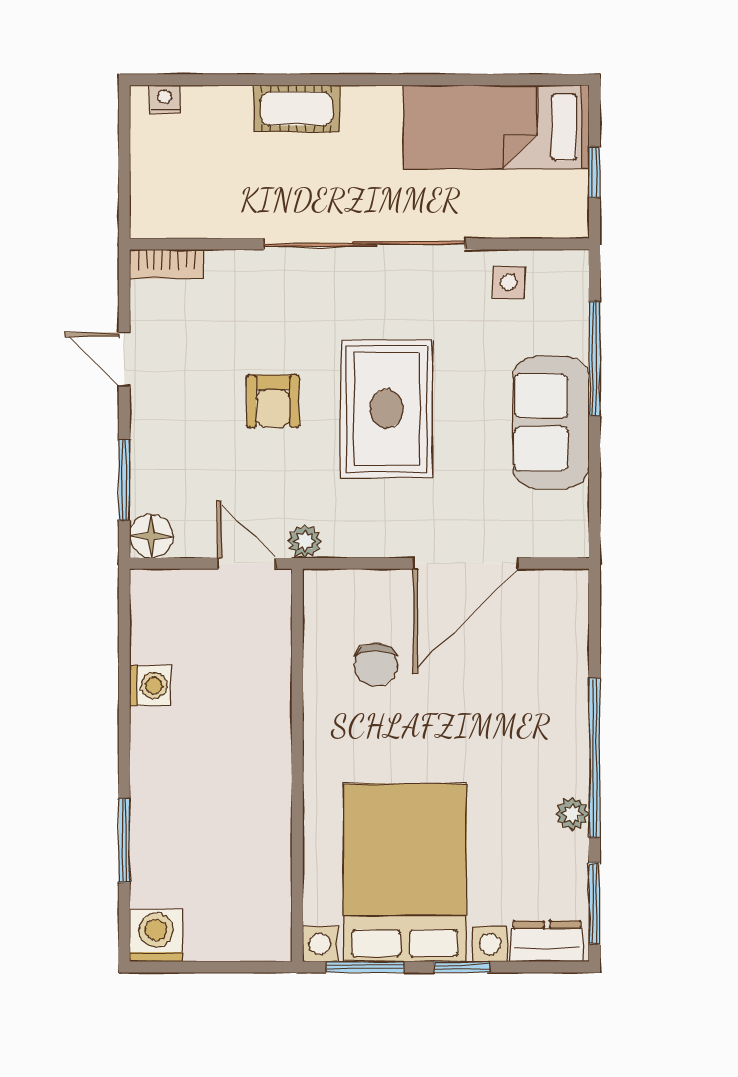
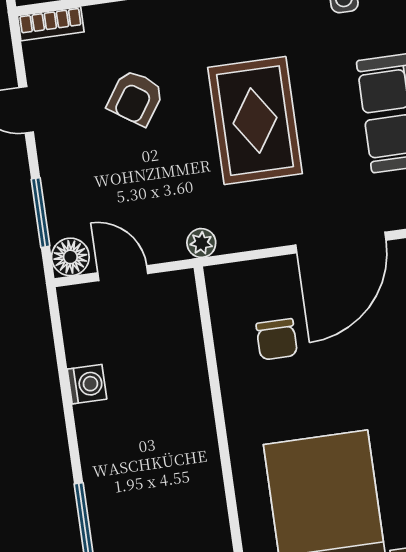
armchair: (273, 401) -> (135, 98), moved, turned 34
door: (247, 563) -> (123, 273), moved

